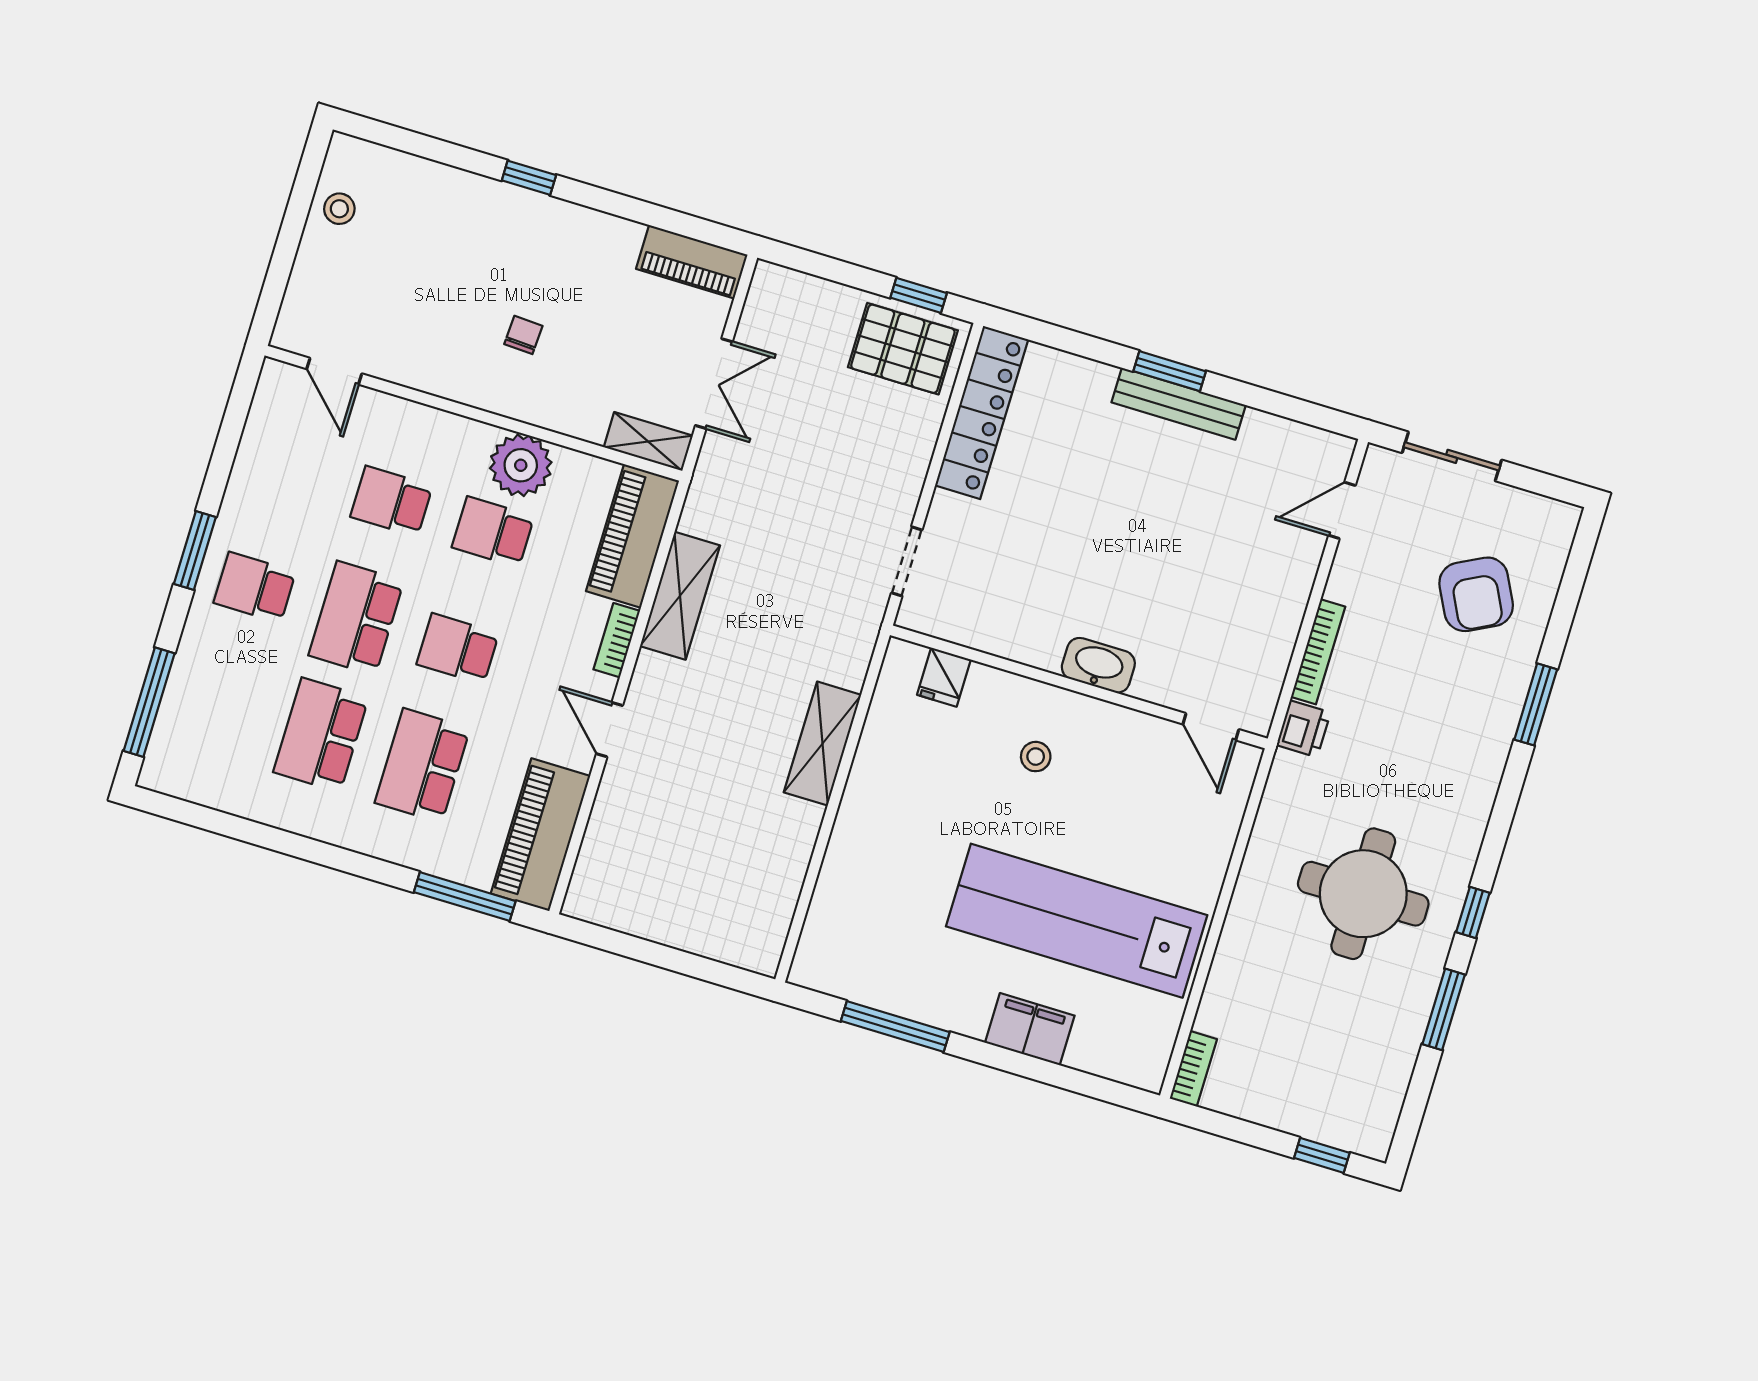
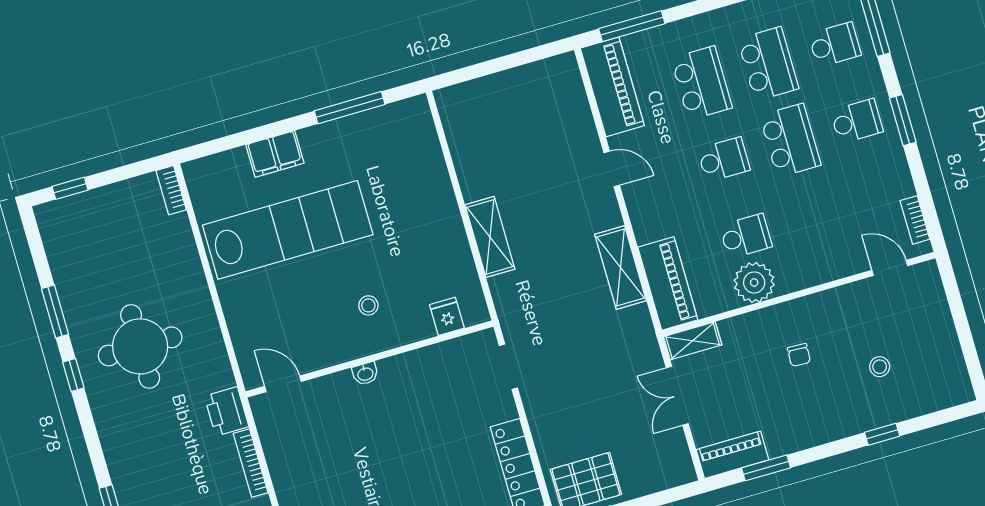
window: (529, 178) -> (882, 434), moved
stool: (339, 209) -> (880, 367), moved
window: (660, 217) -> (766, 468), added
school desk: (391, 501) -> (835, 45), moved
bookcase: (617, 640) -> (915, 220), moved, turned 180
washbasin: (1098, 665) -> (365, 374), width x0.52, depth x0.69
printer: (1304, 729) -> (227, 411), width x1.36, depth x1.24

